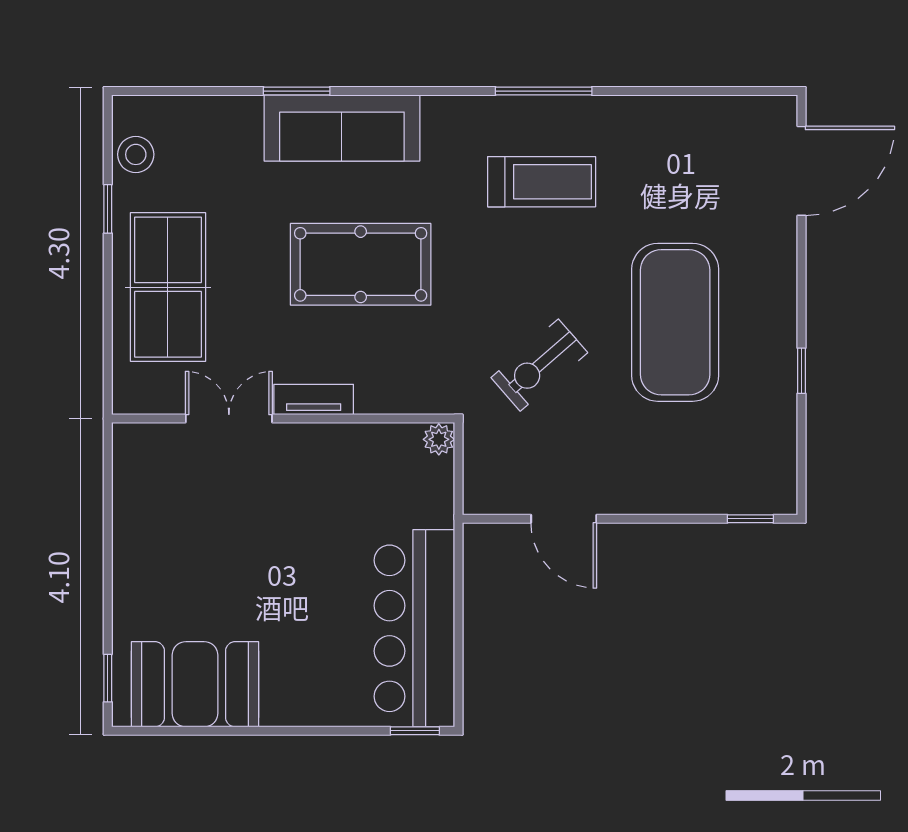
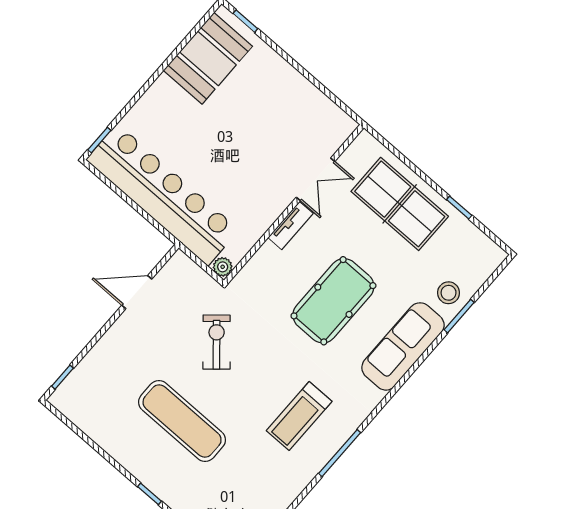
window: (297, 91) -> (459, 316), moved
stool: (136, 154) -> (449, 293), moved
exercise mat: (675, 322) -> (182, 421), width x0.68
window: (801, 371) -> (149, 494), moved
bar counter: (414, 628) -> (163, 195), width x1.36

